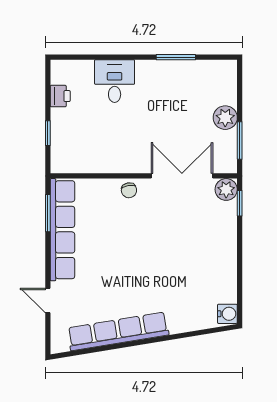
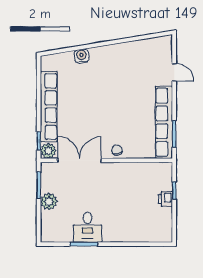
desk: (115, 81) -> (87, 227), moved
printer: (60, 96) -> (165, 199), moved
double door: (182, 176) -> (79, 160), swing flipped
water cooler: (227, 314) -> (82, 56), moved, turned 81
row of seats: (118, 331) -> (49, 107), moved, turned -81

